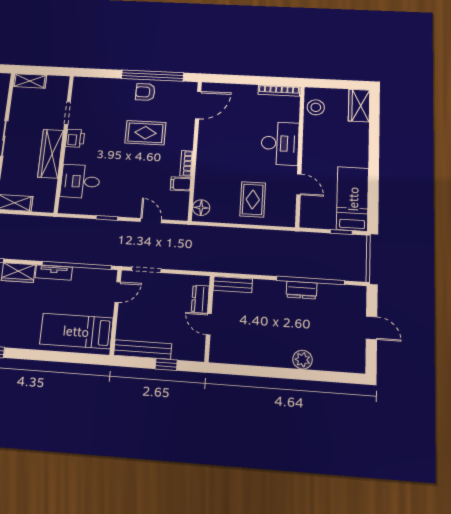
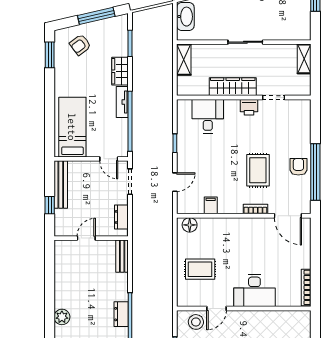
stool: (316, 107) -> (196, 322), moved
bookcase: (186, 163) -> (255, 209), moved
dresser: (200, 299) -> (121, 217), moved, turned -90

